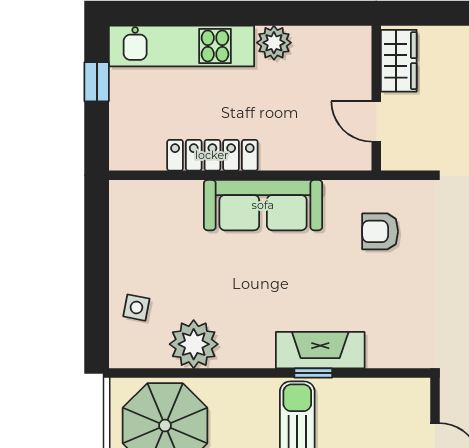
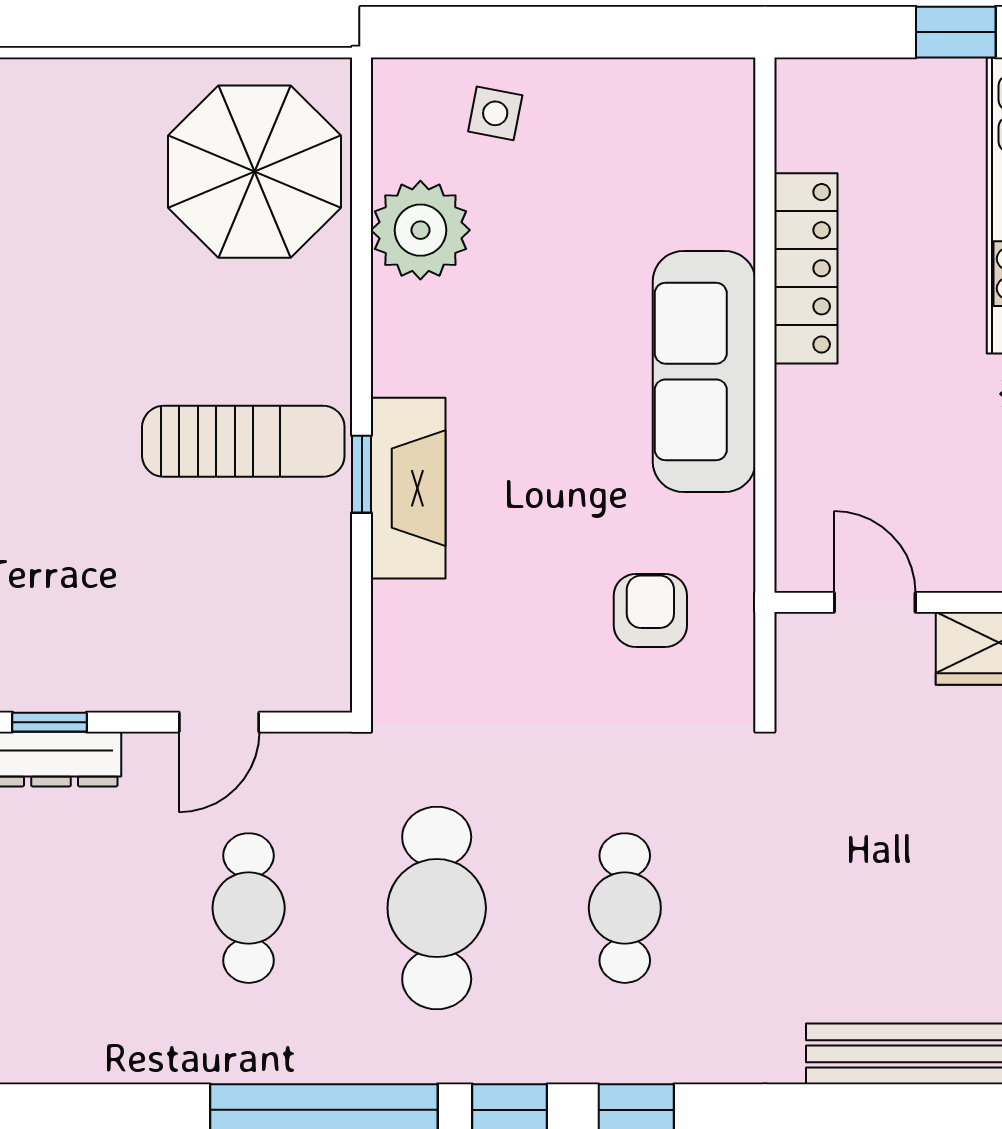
door: (376, 121) -> (875, 602), hinge flipped

